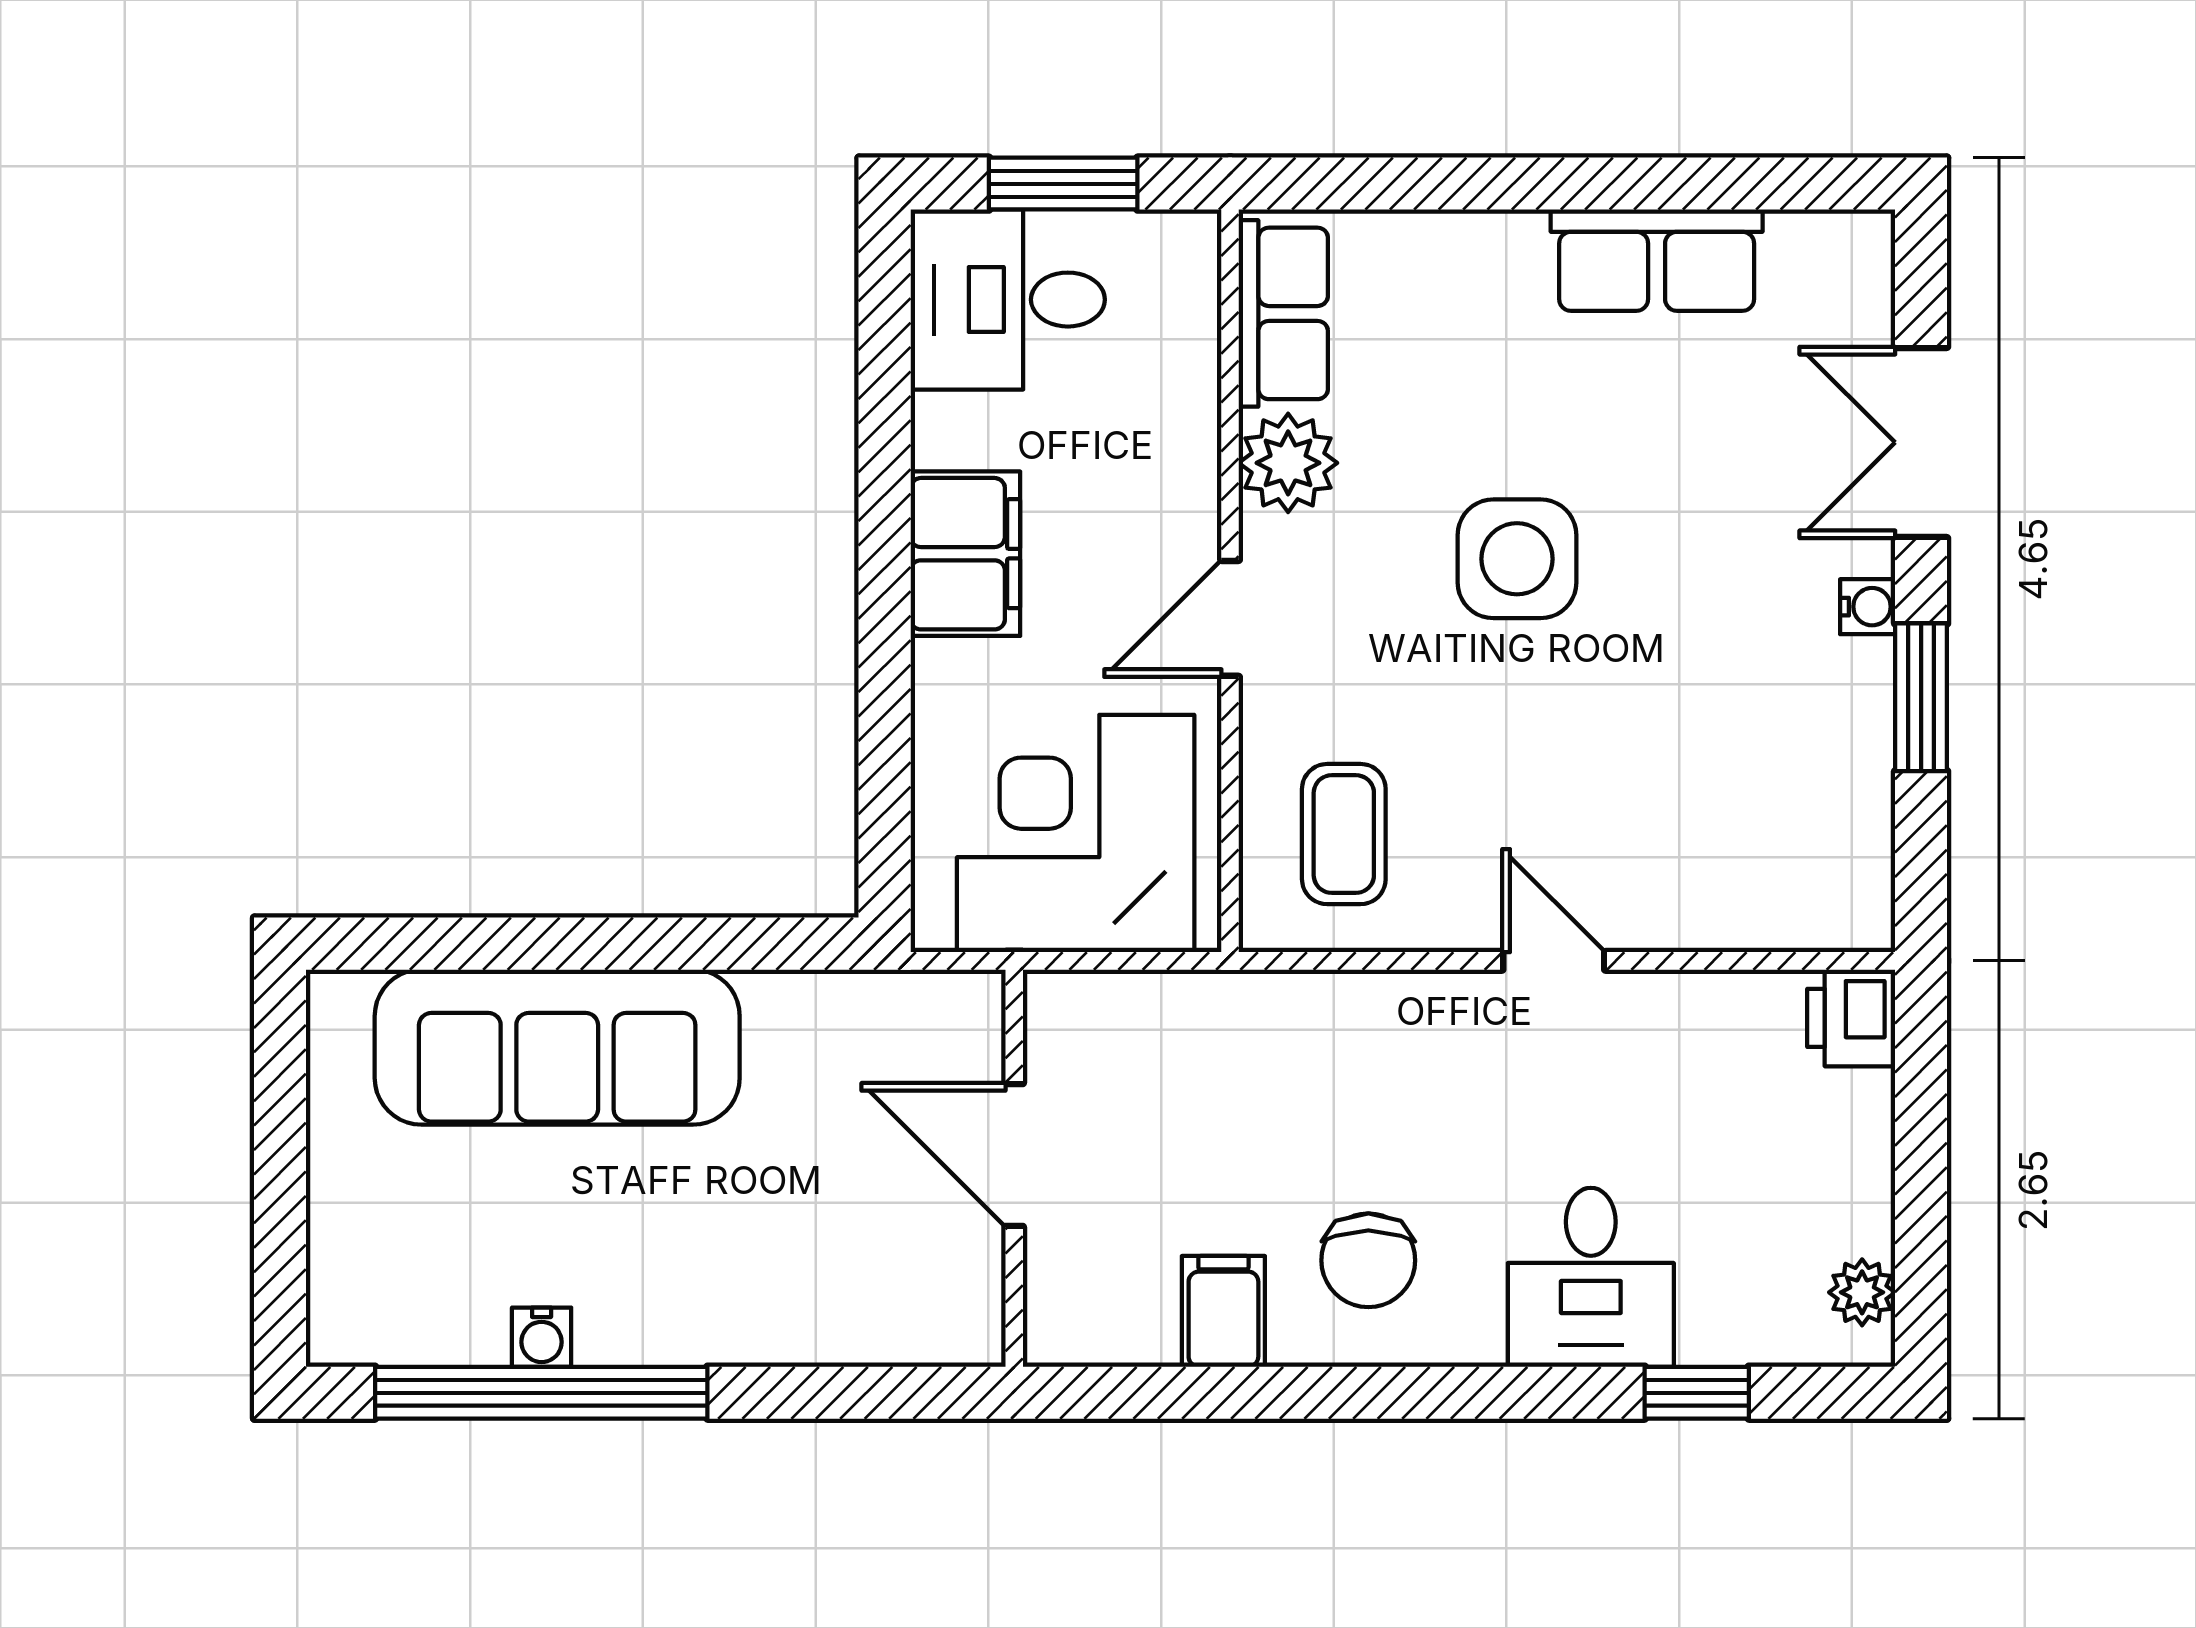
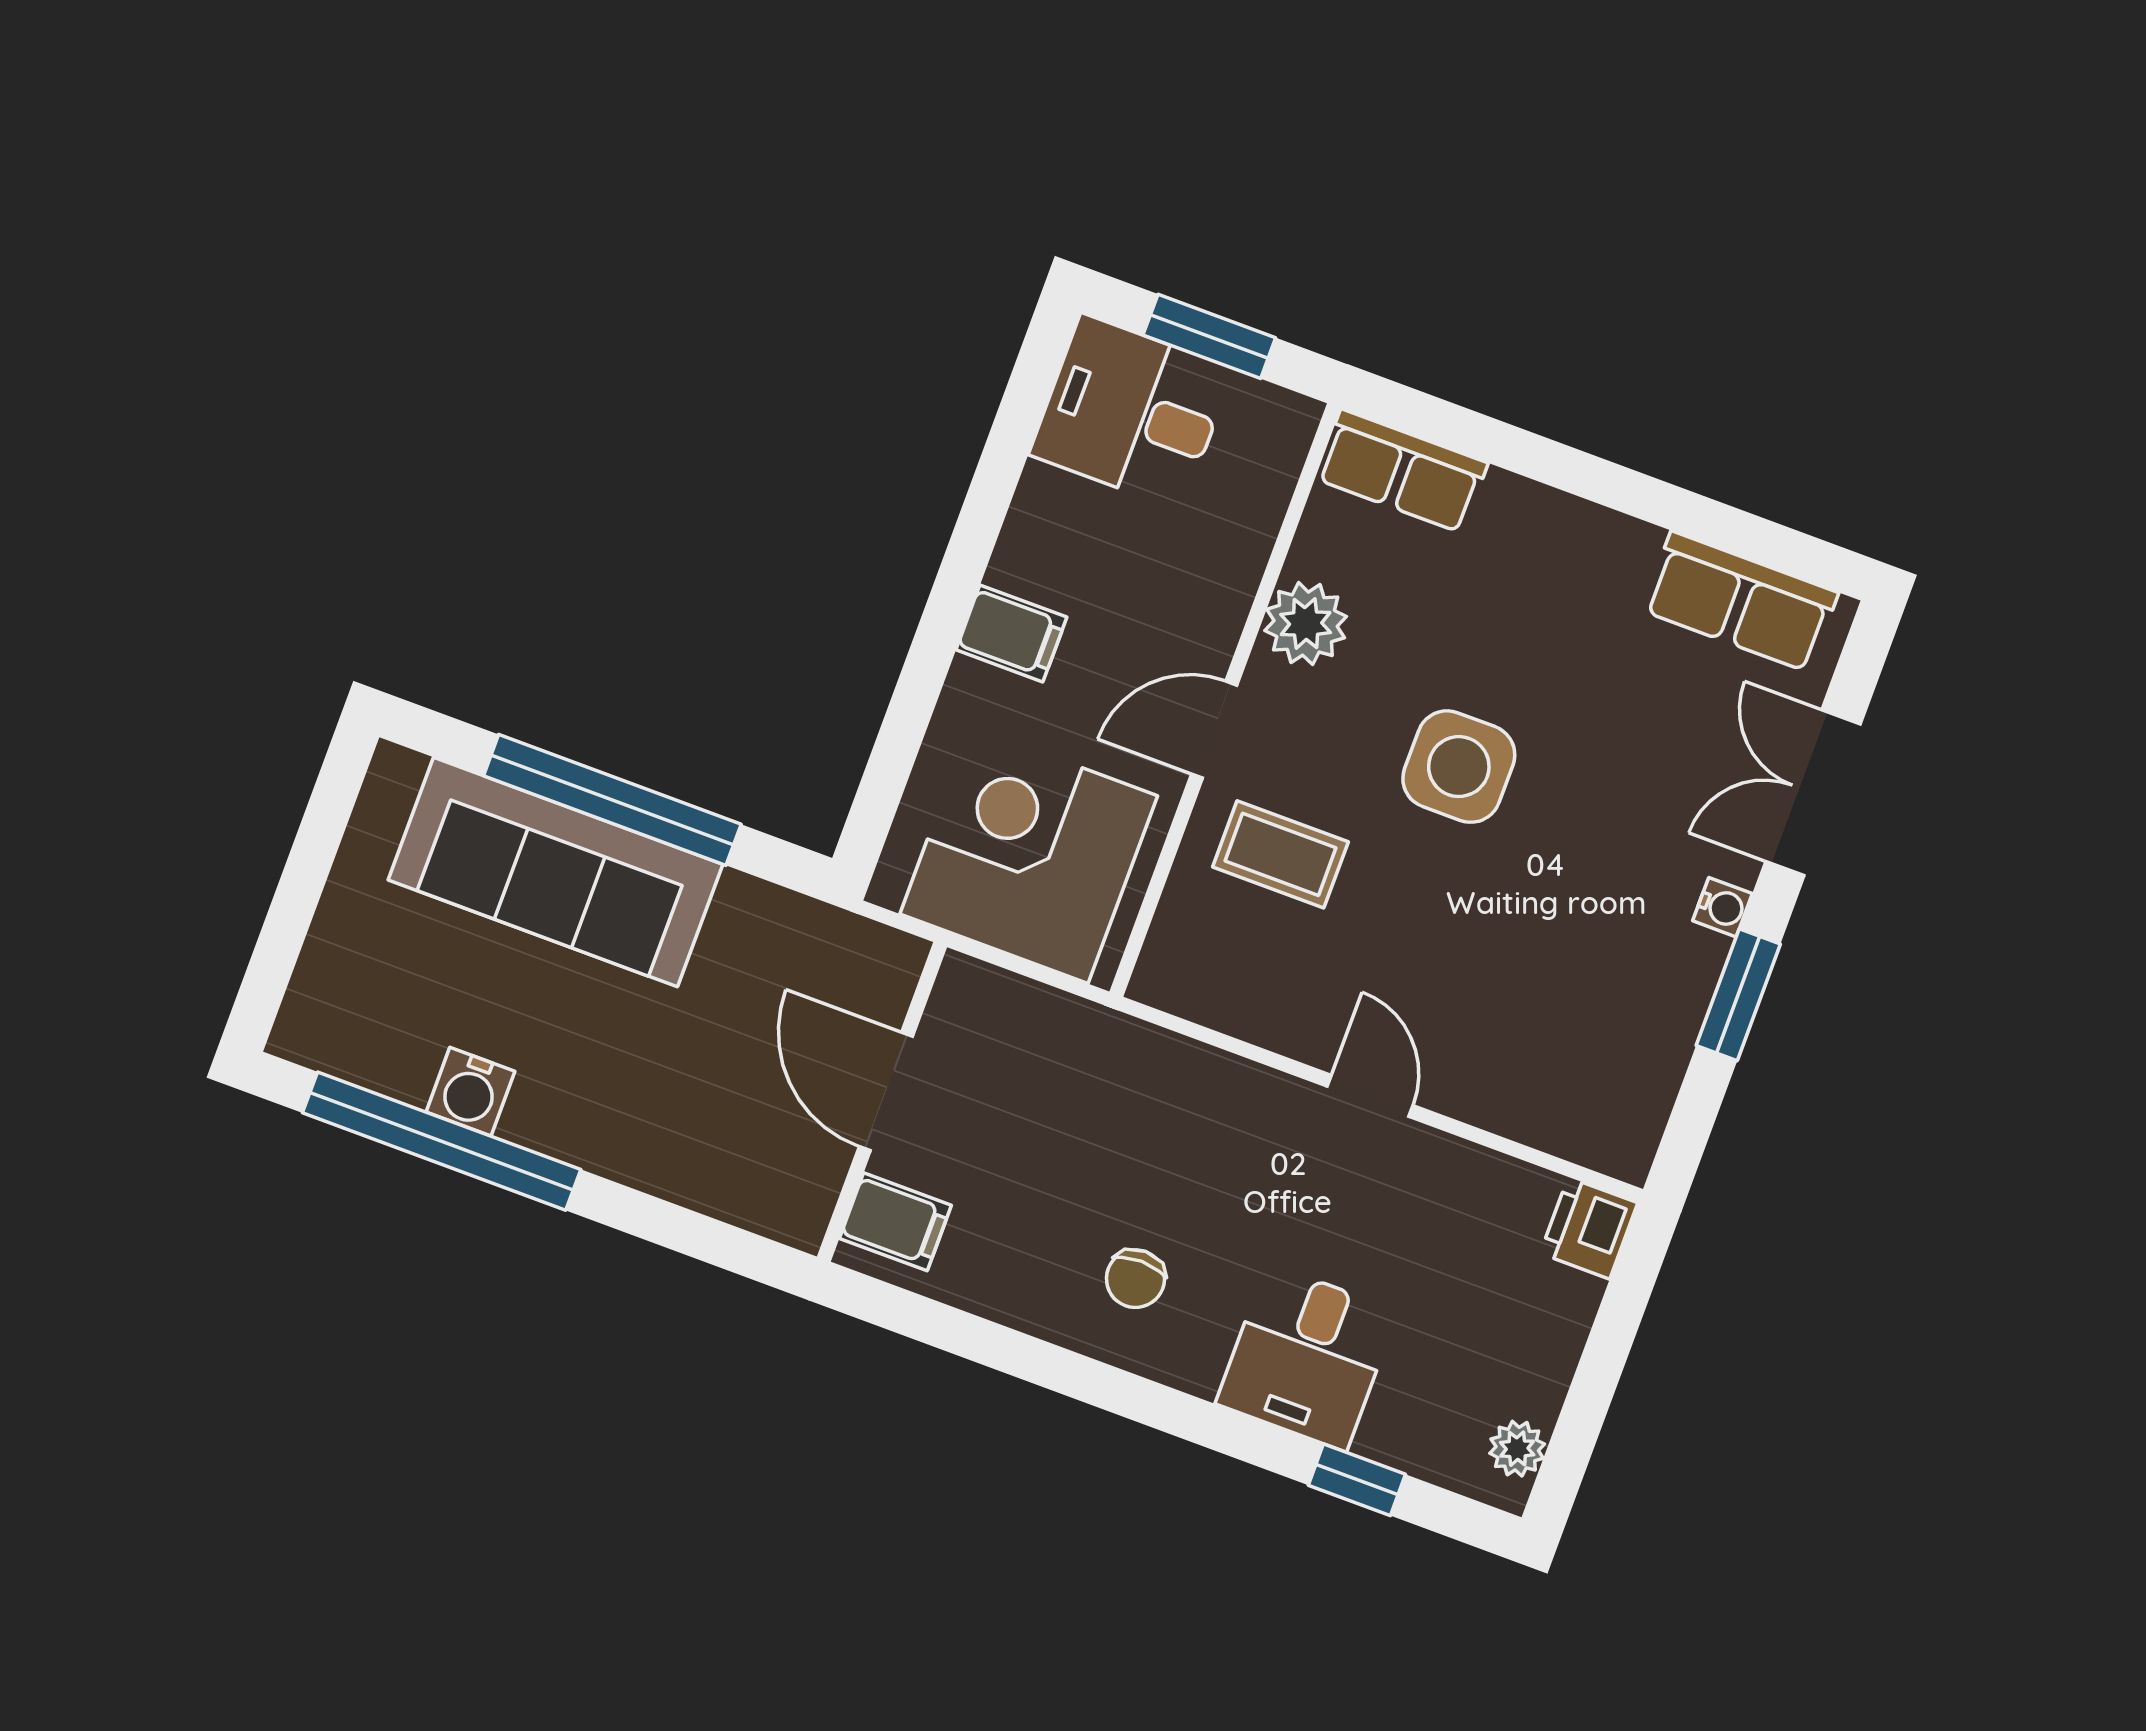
row of seats: (1657, 260) -> (1740, 602), moved
row of seats: (1283, 313) -> (1402, 471), moved, turned 90
filing cabinet: (965, 554) -> (1011, 633), width x0.50
coffee table: (1344, 834) -> (1280, 854), moved, turned 90
window: (591, 944) -> (612, 800), added
chair: (1368, 1260) -> (1135, 1279), width x0.73, depth x0.73
filing cabinet: (1223, 1311) -> (895, 1222), moved, turned 90
water cooler: (542, 1337) -> (470, 1092), width x1.38, depth x1.38

